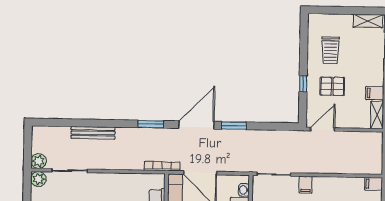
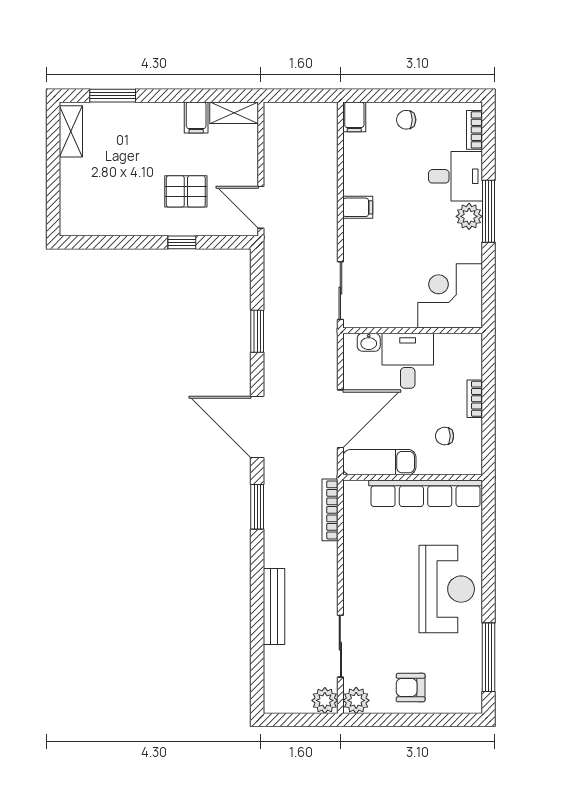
trolley: (330, 50) -> (123, 196), removed
pallet: (332, 86) -> (186, 191), turned 90
window: (234, 126) -> (257, 331), moved
bookcase: (162, 166) -> (330, 510), moved
filing cabinet: (306, 185) -> (358, 207), moved

